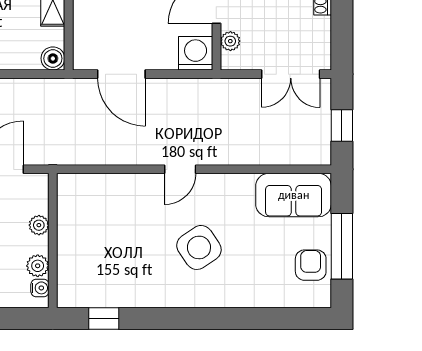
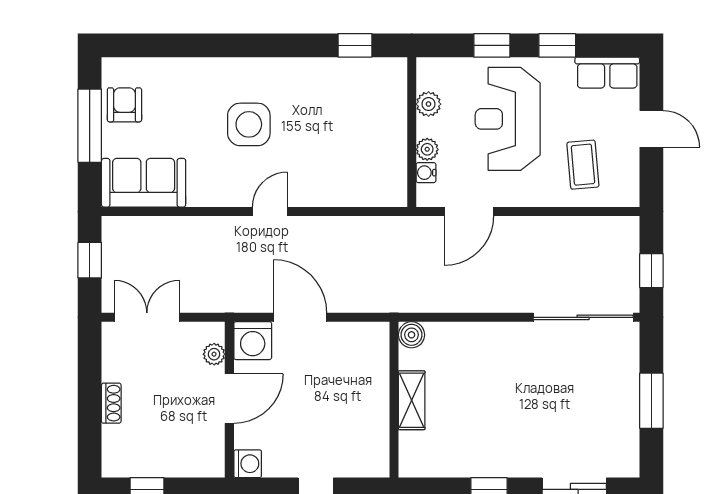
door: (121, 74) -> (300, 317), moved
side table: (199, 247) -> (249, 124), turned 34
armchair: (311, 265) -> (124, 105), turned 180
water cooler: (40, 288) -> (426, 173), moved

